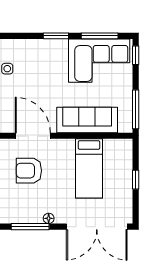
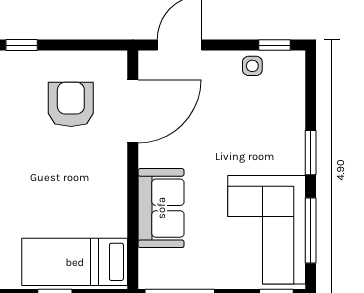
sofa: (87, 120) -> (161, 208), width x0.73
bed: (89, 168) -> (75, 262), moved

